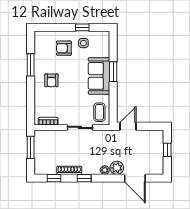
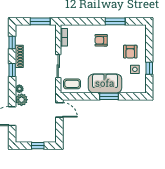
armchair: (64, 48) -> (130, 52), turned 180

